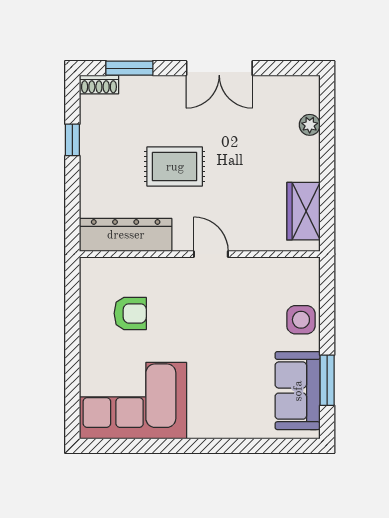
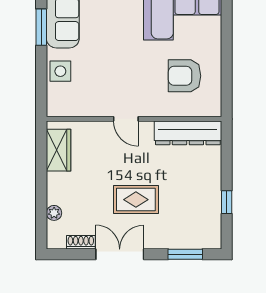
shoe rack: (99, 85) -> (81, 242), moved
rug: (175, 167) -> (136, 200), moved
armchair: (130, 313) -> (185, 76), width x1.38, depth x1.38

